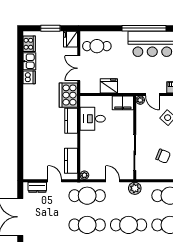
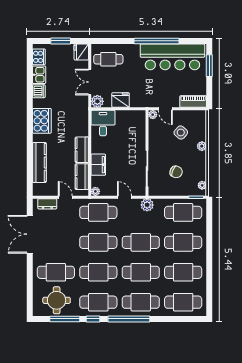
plant: (86, 87) -> (97, 101), added
cooker: (68, 95) -> (42, 121), moved, turned 180
filing cabinet: (123, 103) -> (98, 165), moved, turned -90
desk: (93, 119) -> (103, 123), moved, turned 90
kitchen counter: (71, 121) -> (82, 150), moved
kitchen counter: (30, 147) -> (39, 162), added

